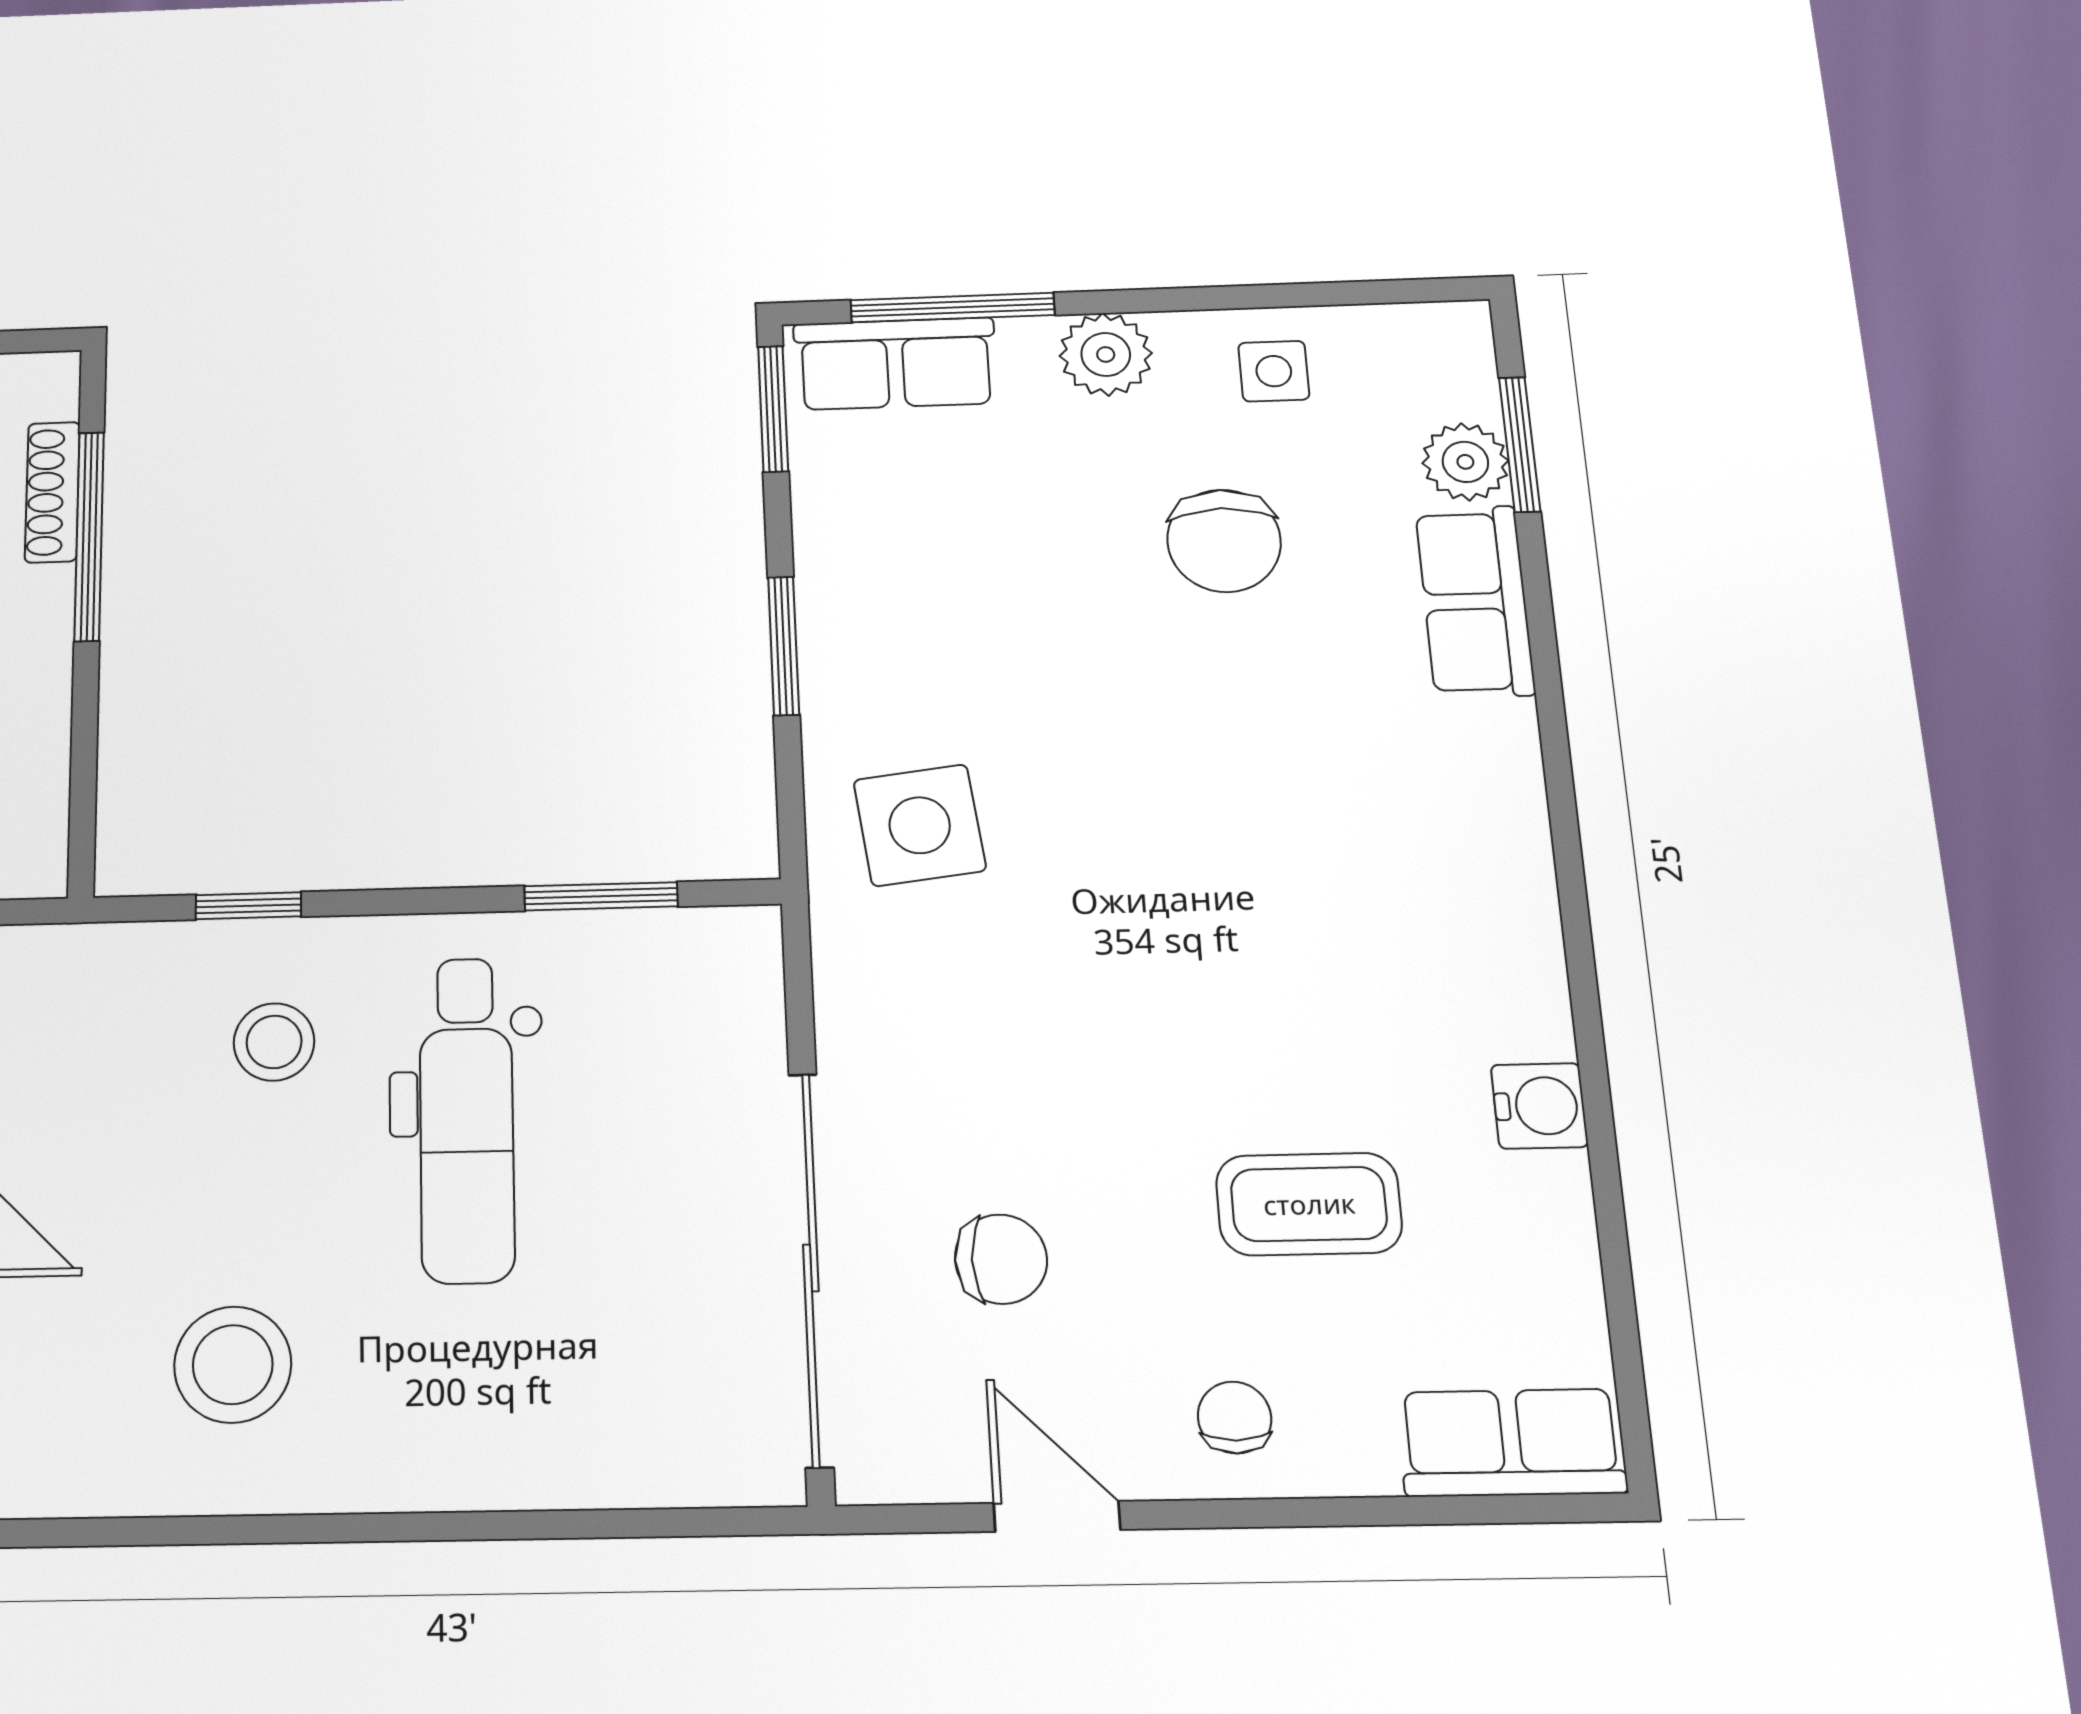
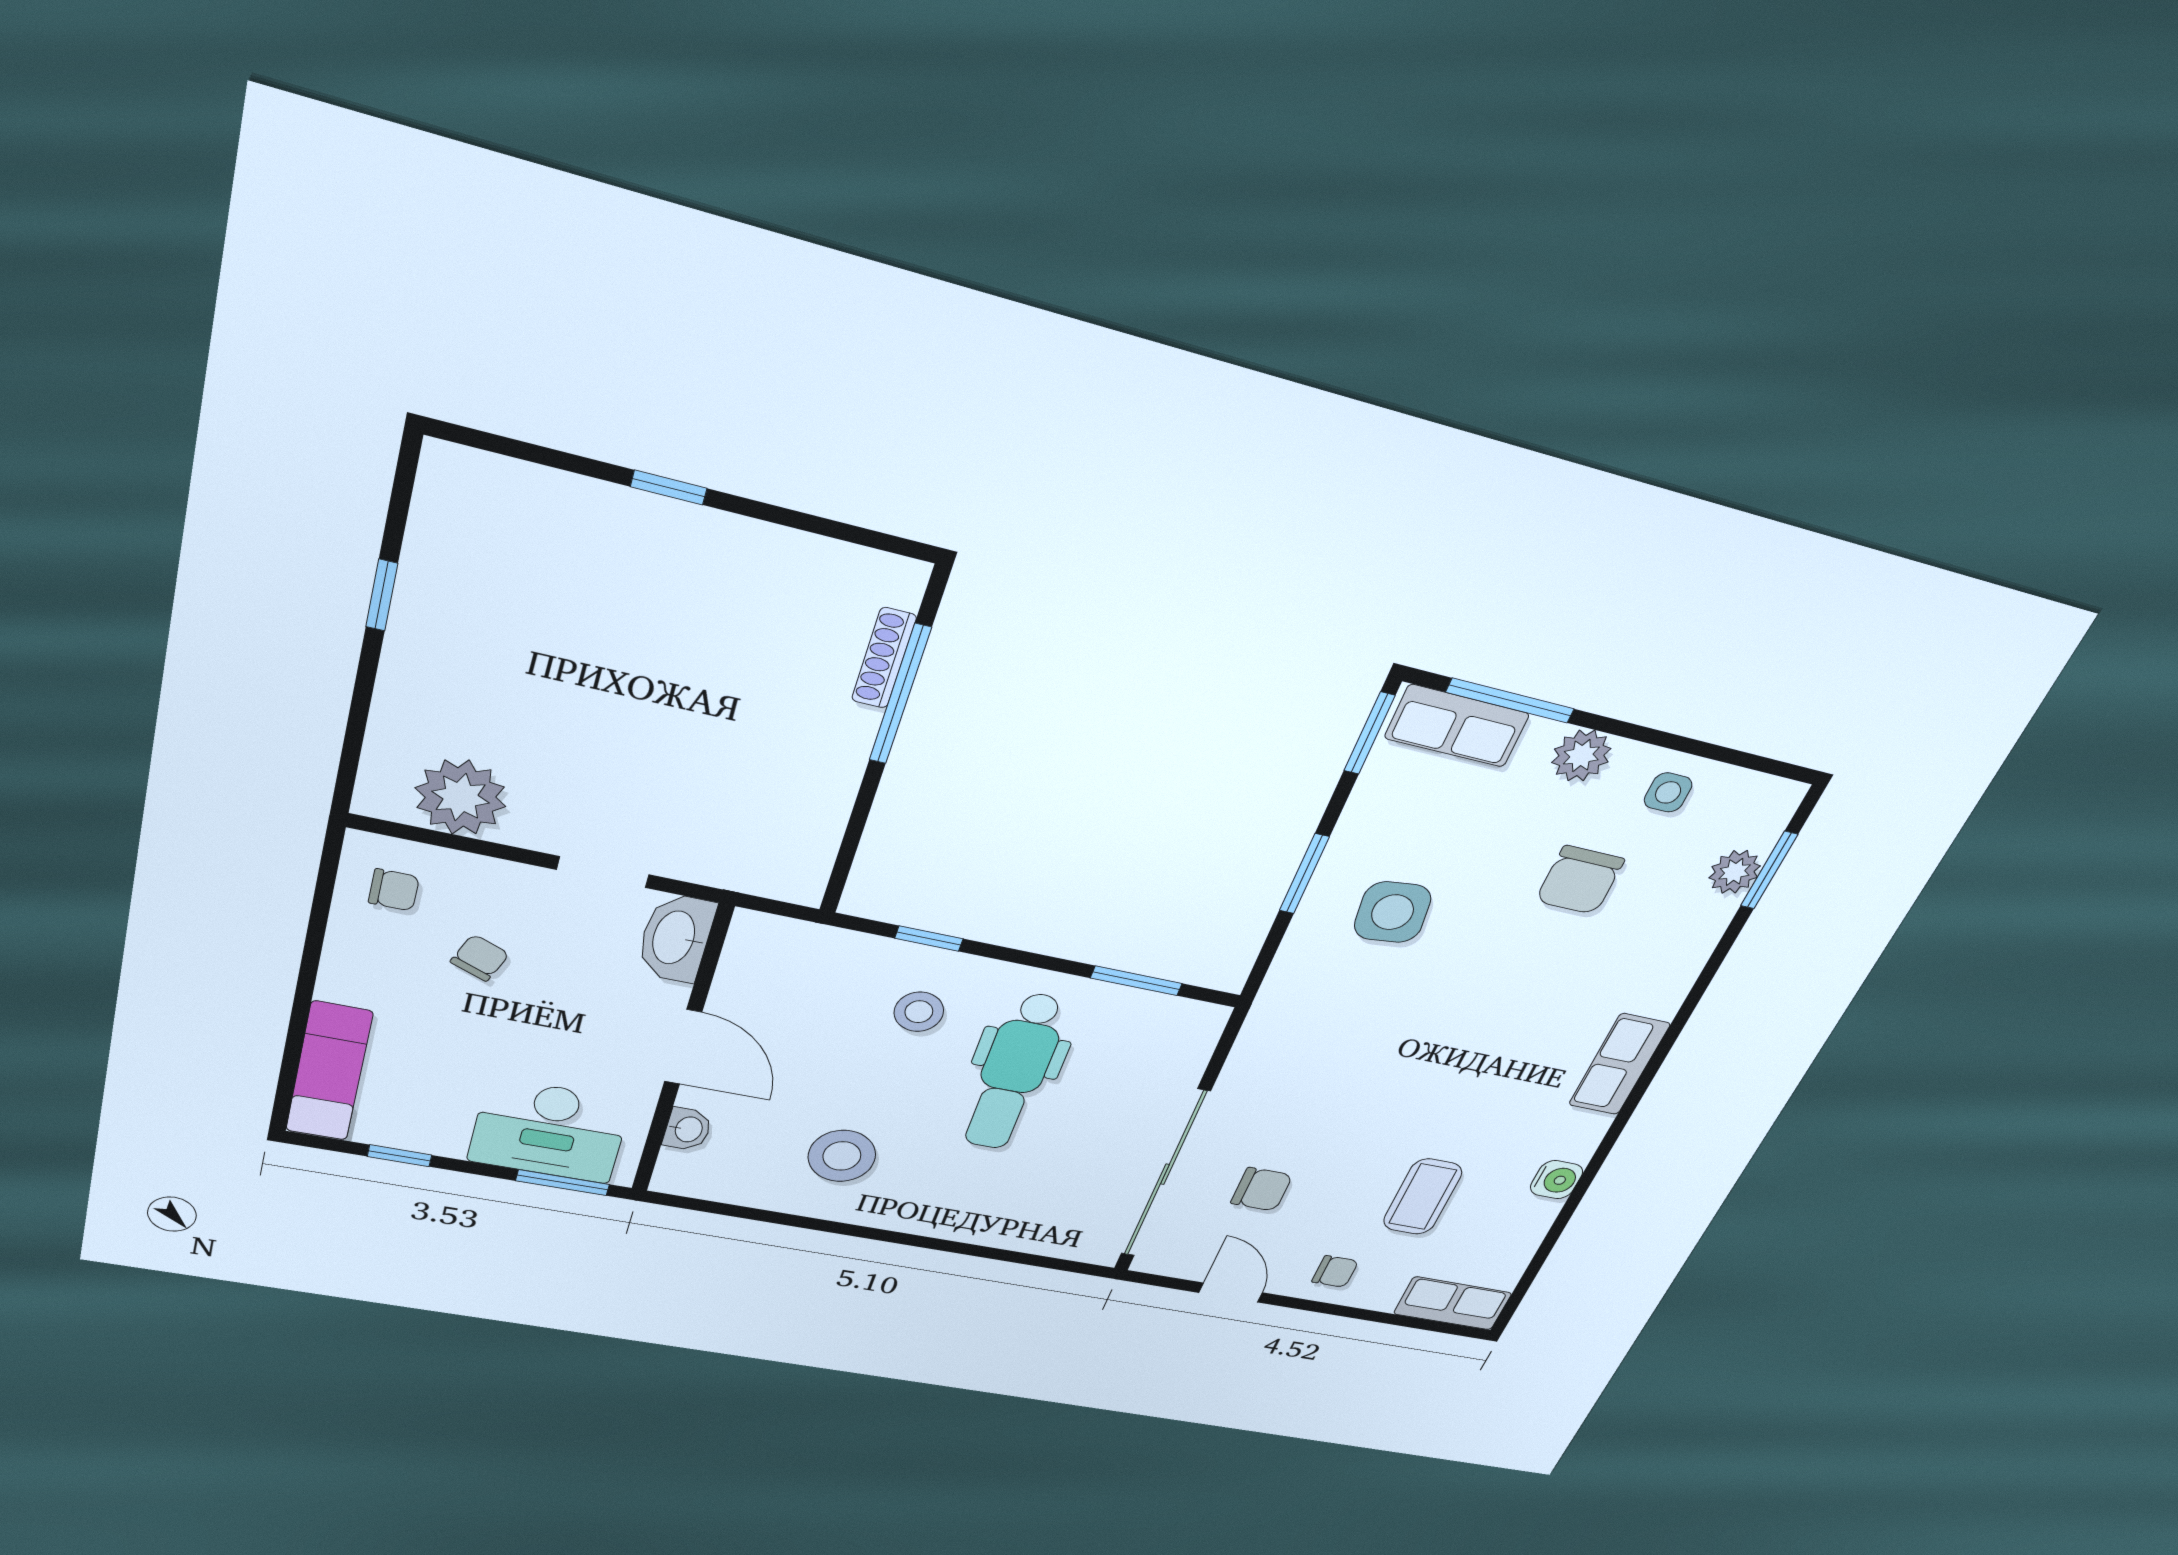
row of seats: (1475, 601) -> (1619, 1064), moved
side table: (920, 825) -> (1393, 912), moved
coffee table: (1309, 1204) -> (1423, 1197), turned 90
chair: (1235, 1418) -> (1335, 1271), turned 90

